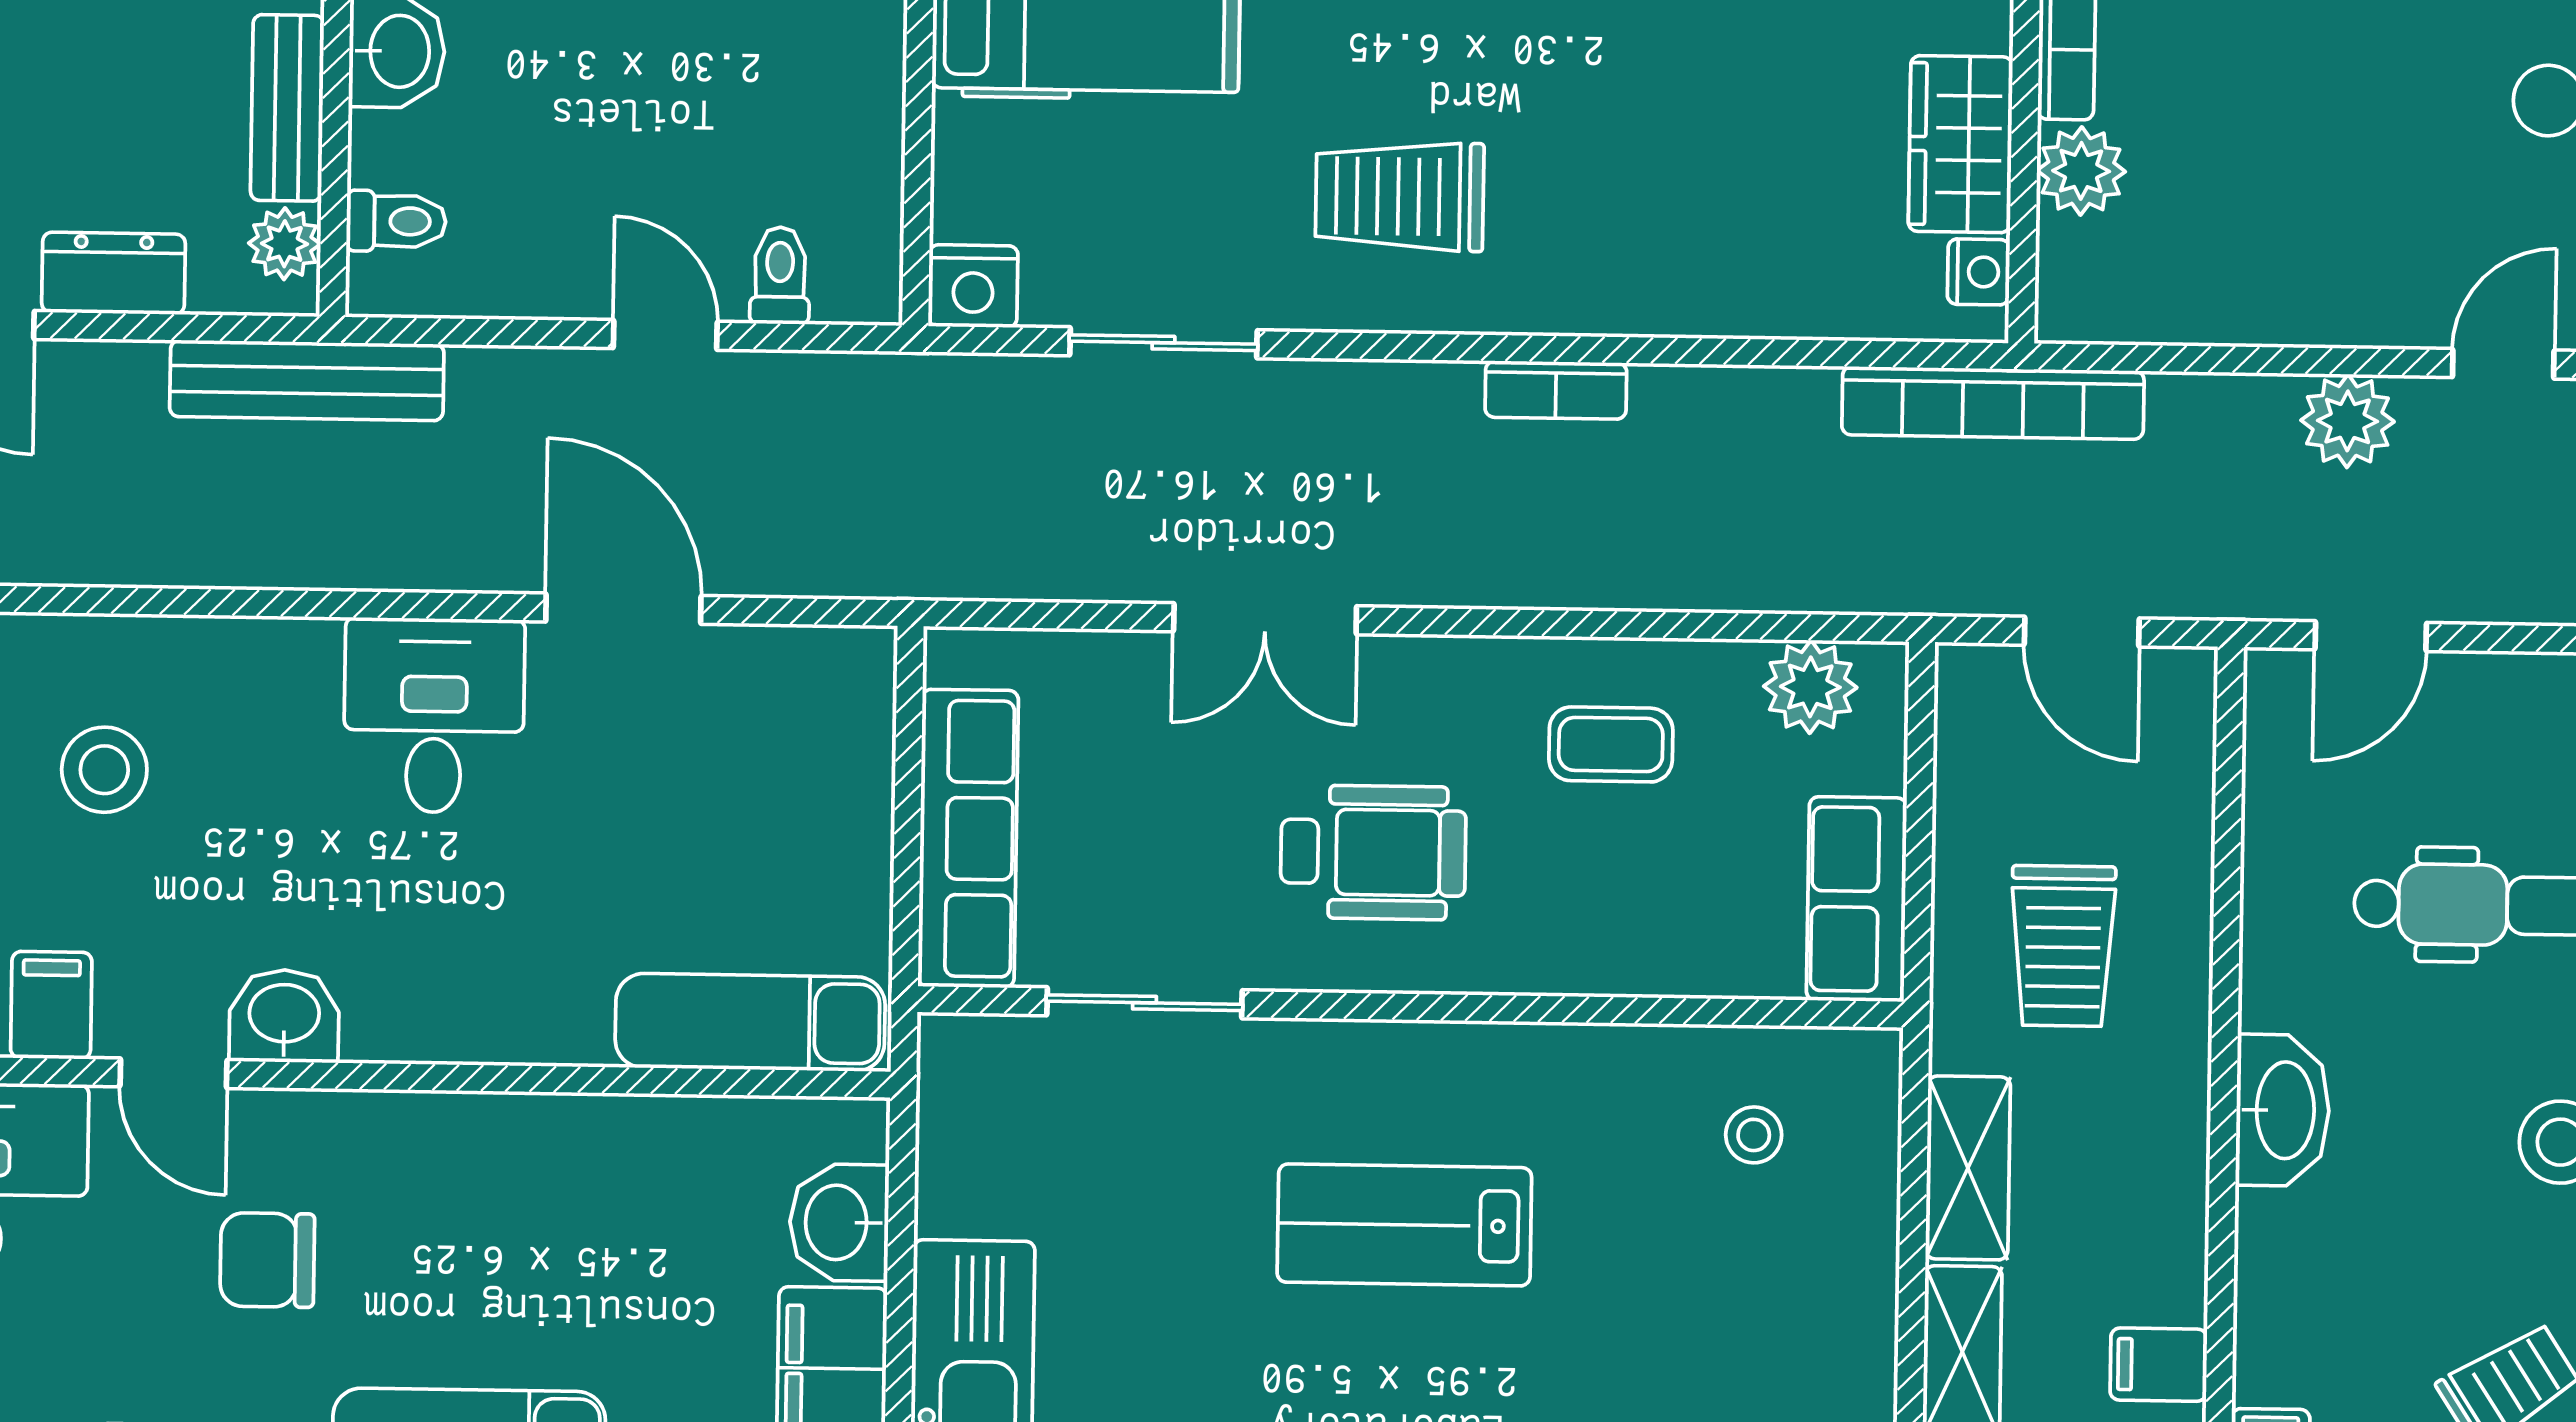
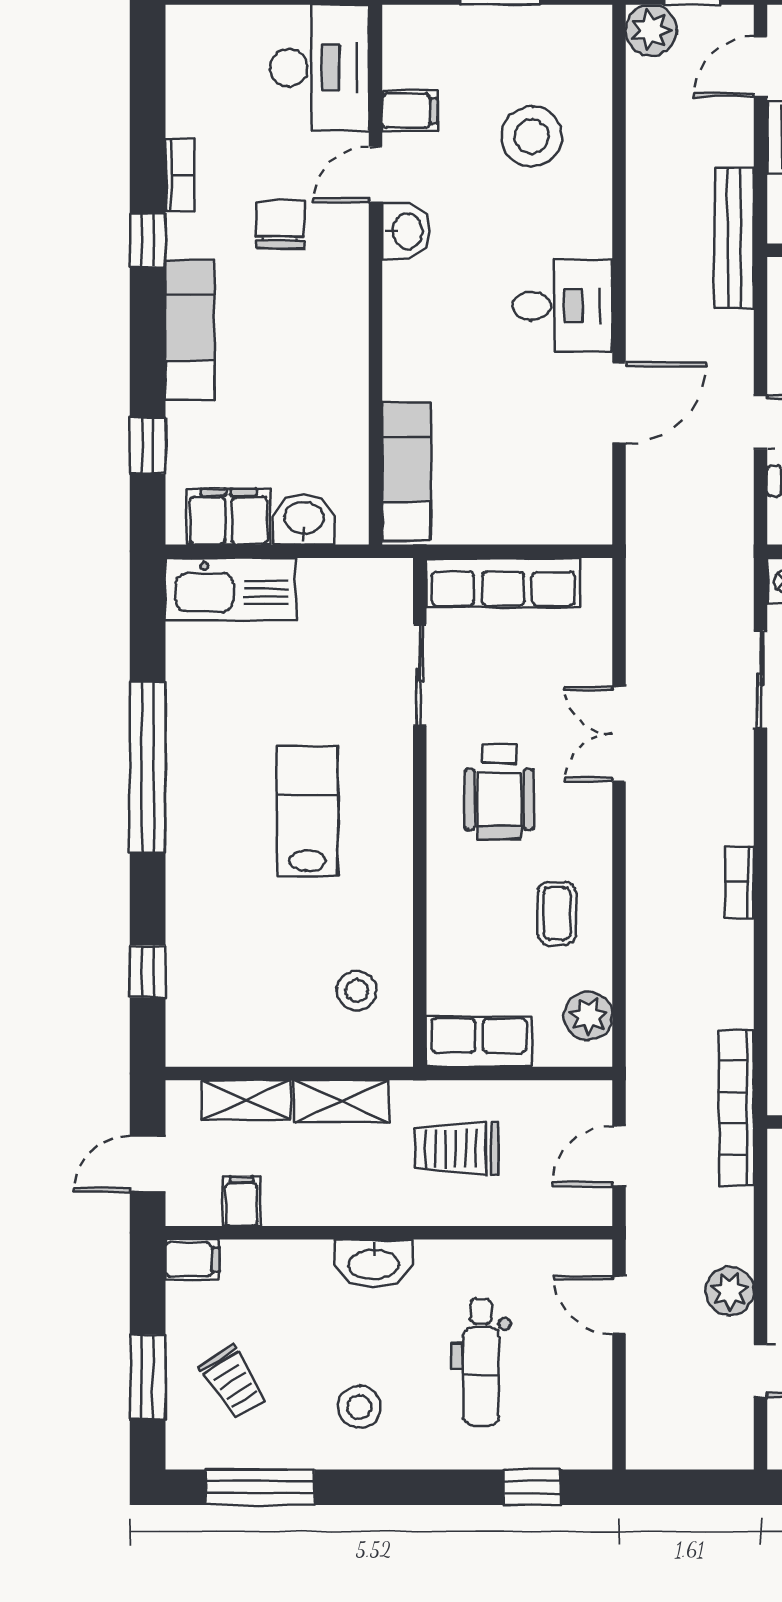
stool: (104, 770) -> (532, 136), width x1.38, depth x1.38
stool: (1754, 1135) -> (356, 990), width x1.37, depth x1.37

